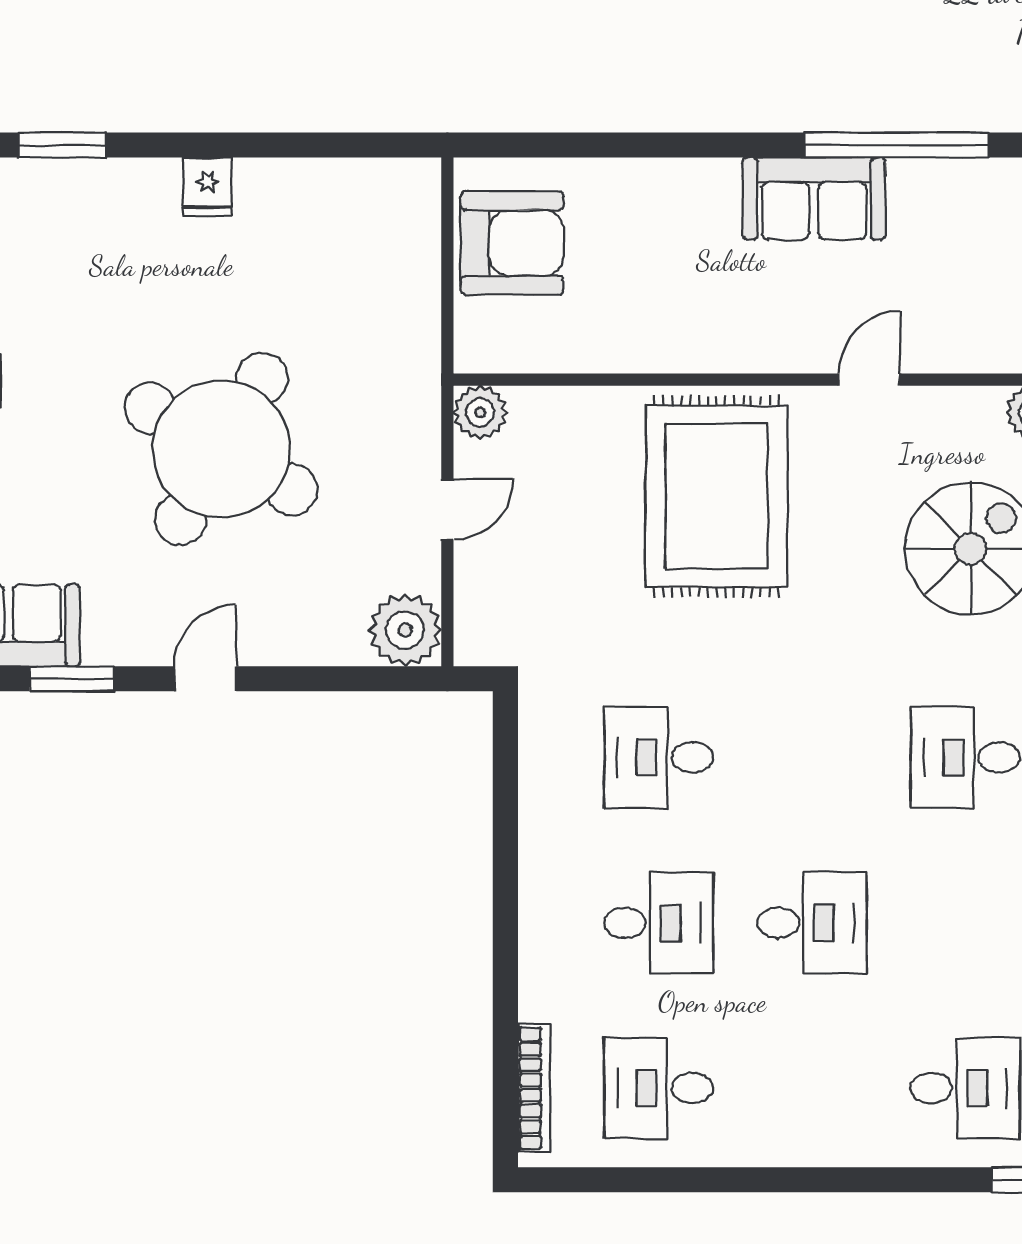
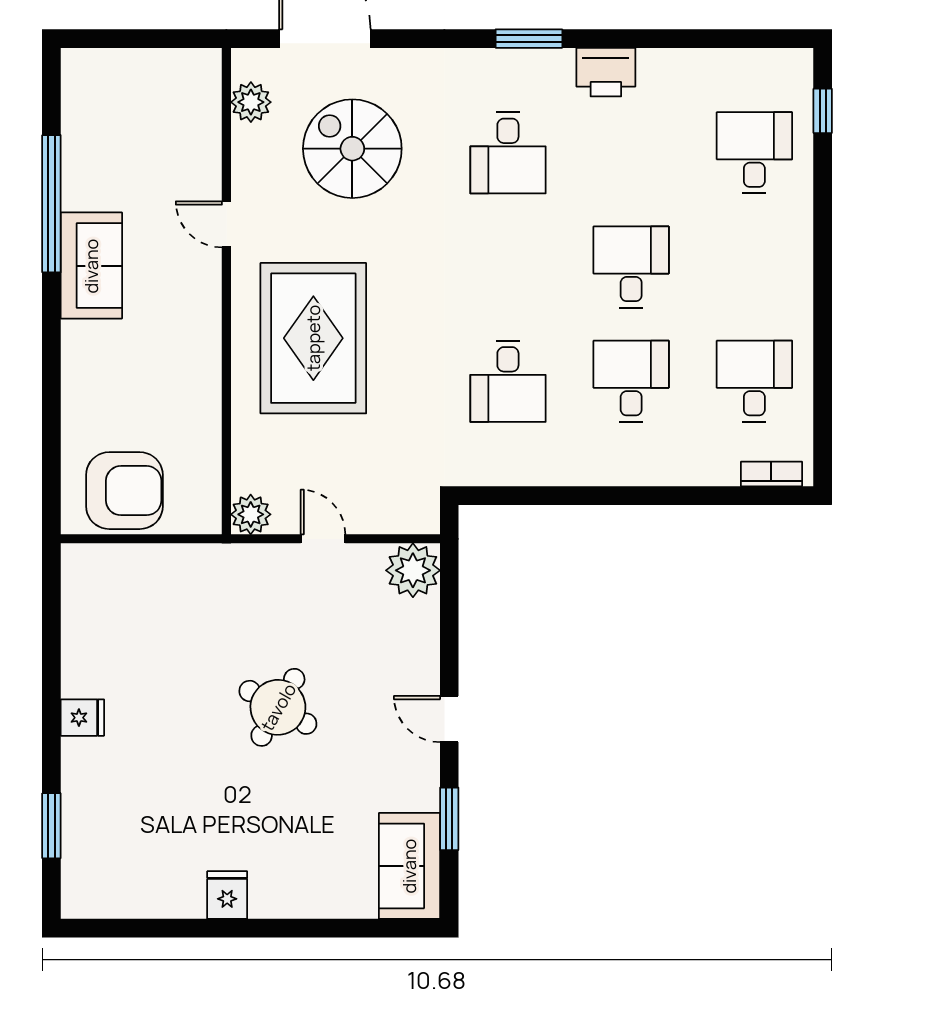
armchair: (512, 243) -> (124, 491), turned 90
round table: (221, 449) -> (278, 707), width x0.54, depth x0.54
rug: (716, 496) -> (313, 338), turned 90
bookcase: (534, 1088) -> (771, 474), width x0.64
desk: (659, 1088) -> (754, 381), turned 180

